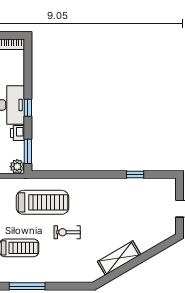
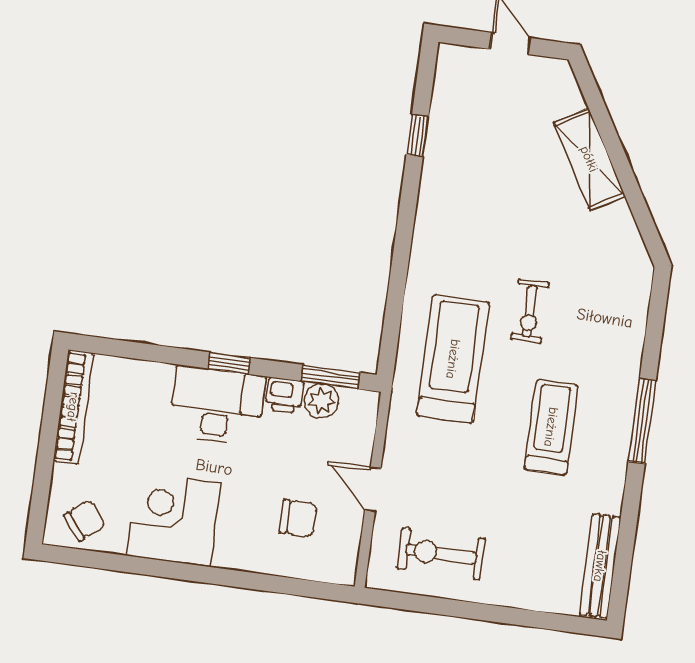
plant: (17, 167) -> (321, 401), moved
shelving: (119, 258) -> (589, 159), moved

